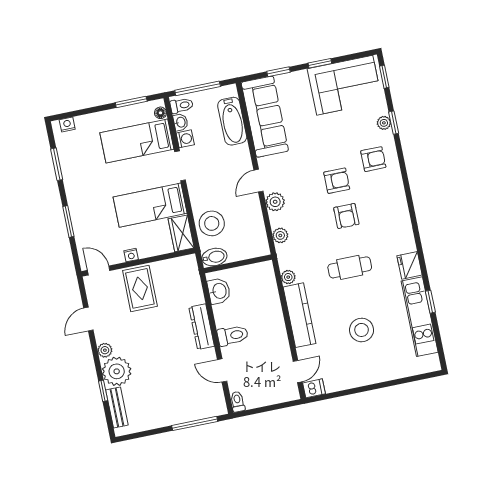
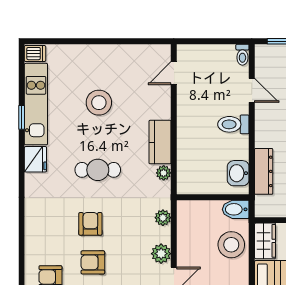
kitchen counter: (299, 315) -> (160, 142), width x0.67
dresser: (202, 327) -> (264, 171), moved
dishwasher: (314, 388) -> (35, 54), moved, turned 180

